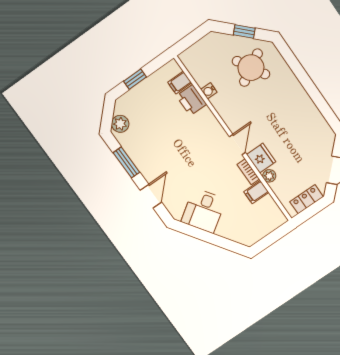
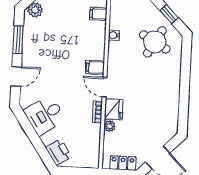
round table: (251, 68) -> (155, 42), turned -30
printer: (191, 100) -> (58, 152), moved, turned 146
door: (237, 145) -> (104, 87), swing flipped
filing cabinet: (256, 192) -> (95, 68), moved

